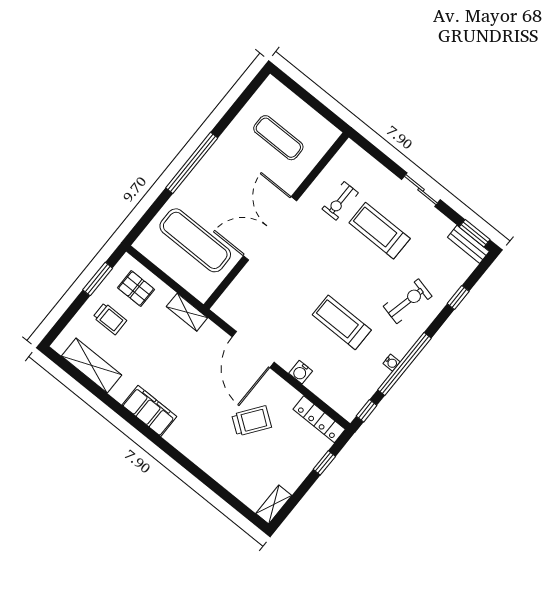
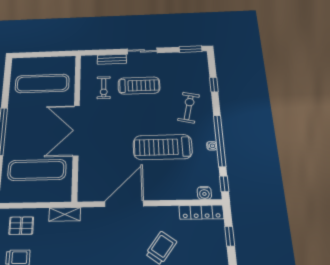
exercise mat: (278, 138) -> (42, 83), width x1.36, depth x1.45
treadmill: (380, 231) -> (139, 86), turned 180
bench: (468, 244) -> (112, 59), moved
treadmill: (342, 322) -> (163, 147), width x1.37, depth x1.38
door: (253, 350) -> (124, 204), swing flipped
water cooler: (301, 372) -> (204, 193), moved

